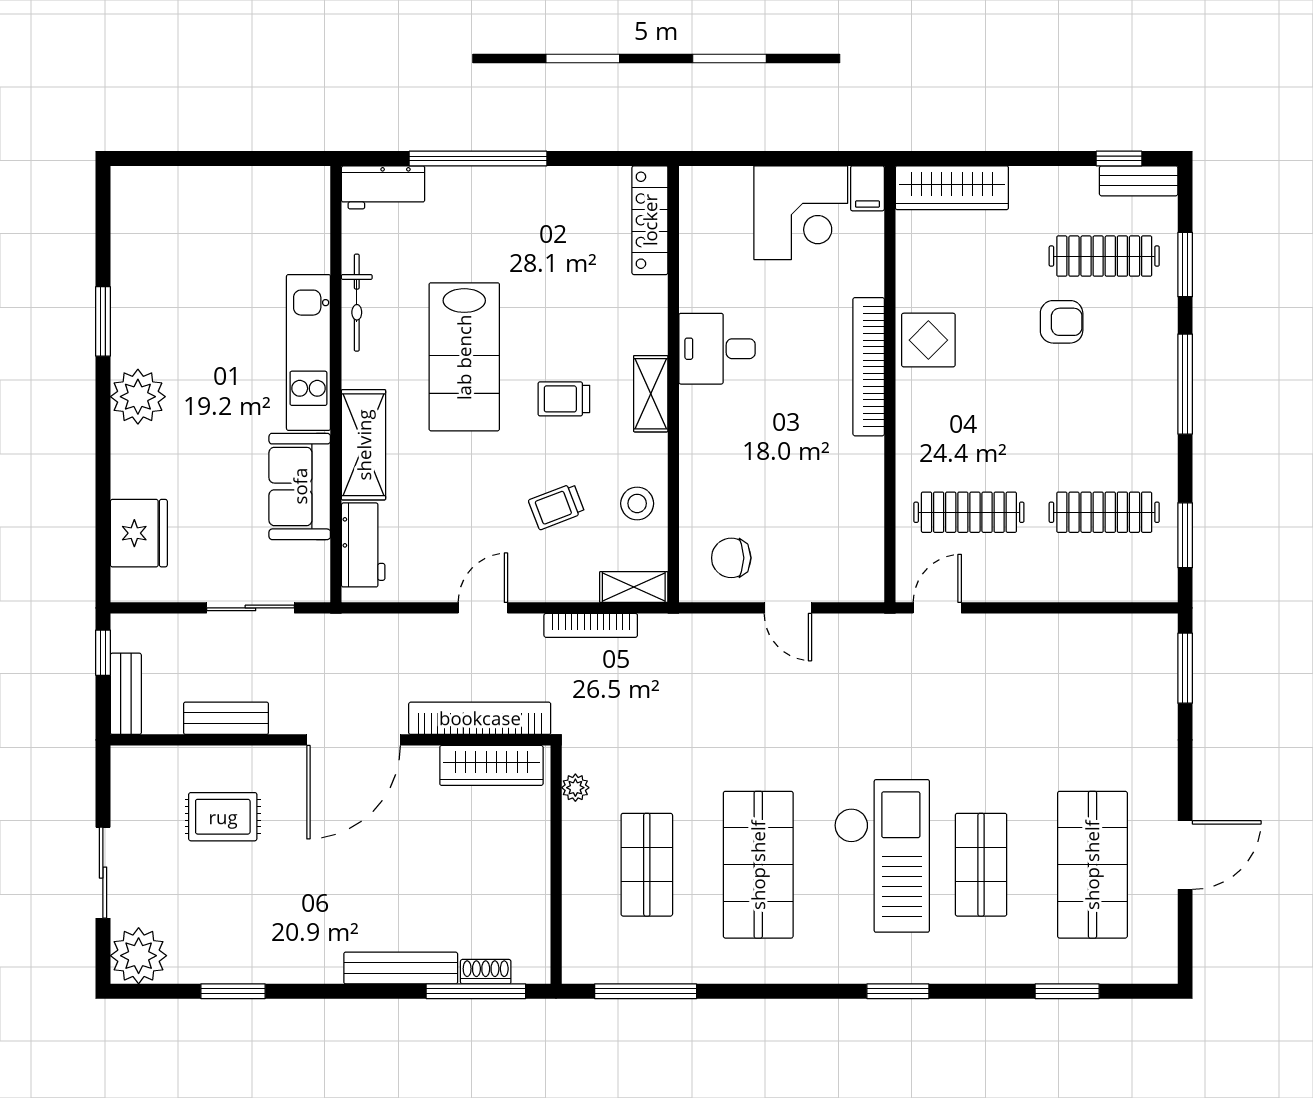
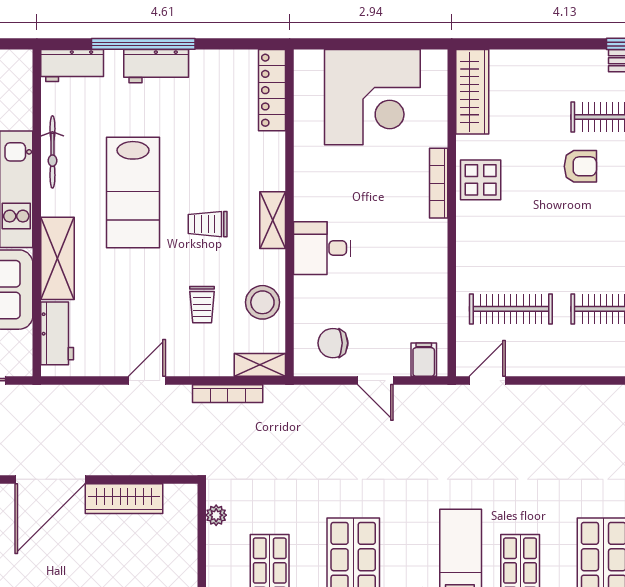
workbench: (495, 188) -> (156, 66), added
filing cabinet: (867, 188) -> (424, 360), moved, turned 180
wardrobe: (952, 188) -> (472, 92), moved, turned -90
corner desk: (801, 213) -> (372, 97), width x1.36, depth x1.36
desk: (717, 349) -> (322, 248), moved
bookcase: (869, 367) -> (439, 183), width x0.68, depth x0.76
stool: (637, 503) -> (262, 302), width x1.38, depth x1.38
trolley: (557, 506) -> (202, 305), turned -69
bookcase: (480, 718) -> (145, 463), removed
wardrobe: (491, 765) -> (124, 499), moved

